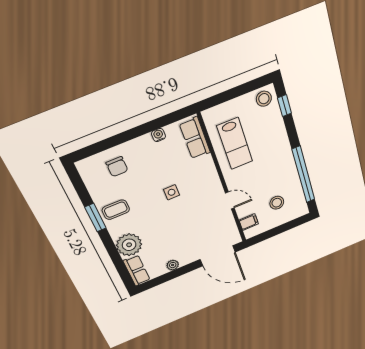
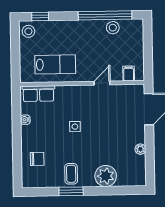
stool: (277, 203) -> (113, 28), moved
row of seats: (137, 271) -> (132, 179), removed

